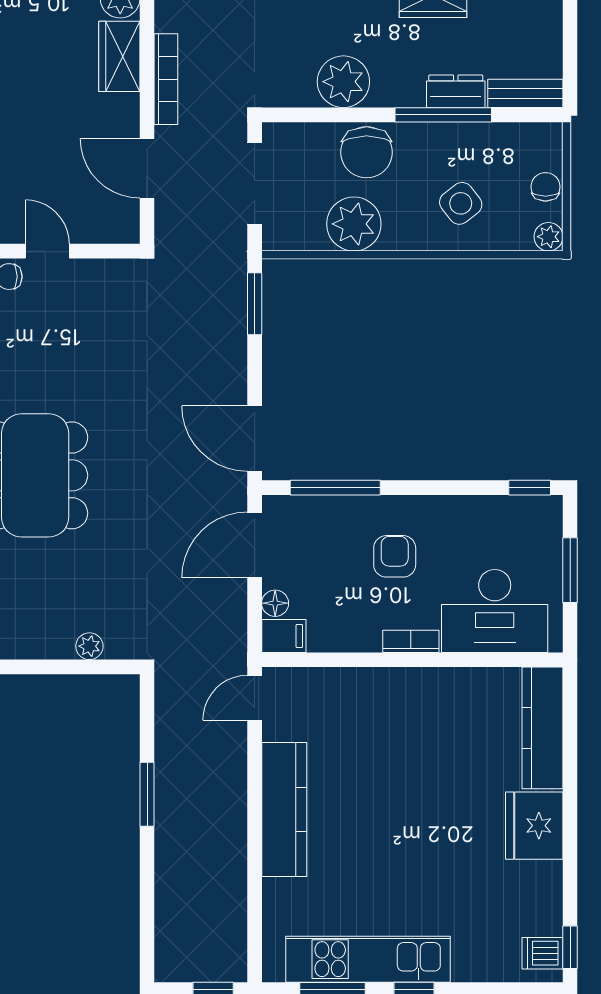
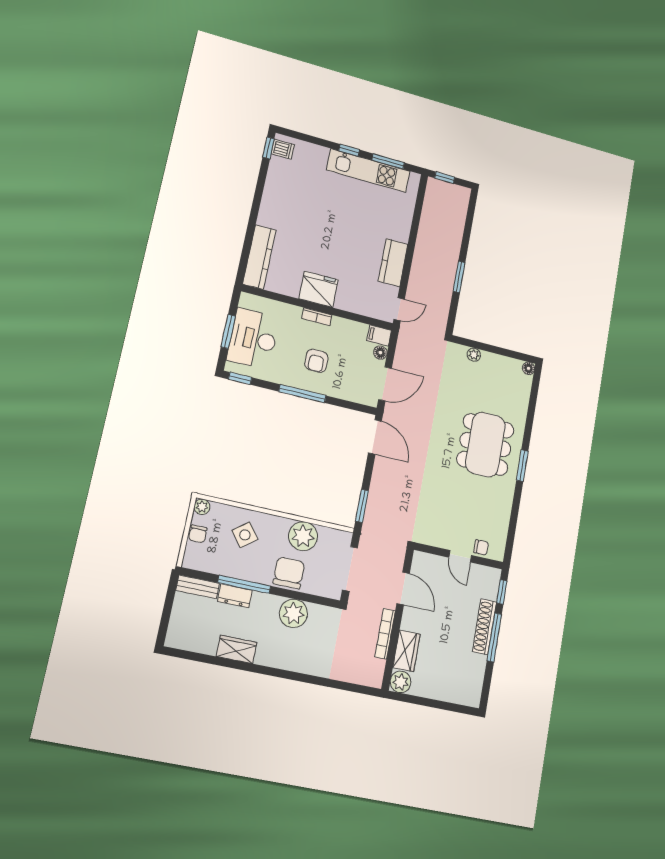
window: (335, 488) -> (302, 394), moved
desk: (495, 611) -> (253, 339), moved, turned -90
kitchen counter: (284, 809) -> (393, 263), width x0.67
fridge: (534, 826) -> (319, 289), moved, turned -90

